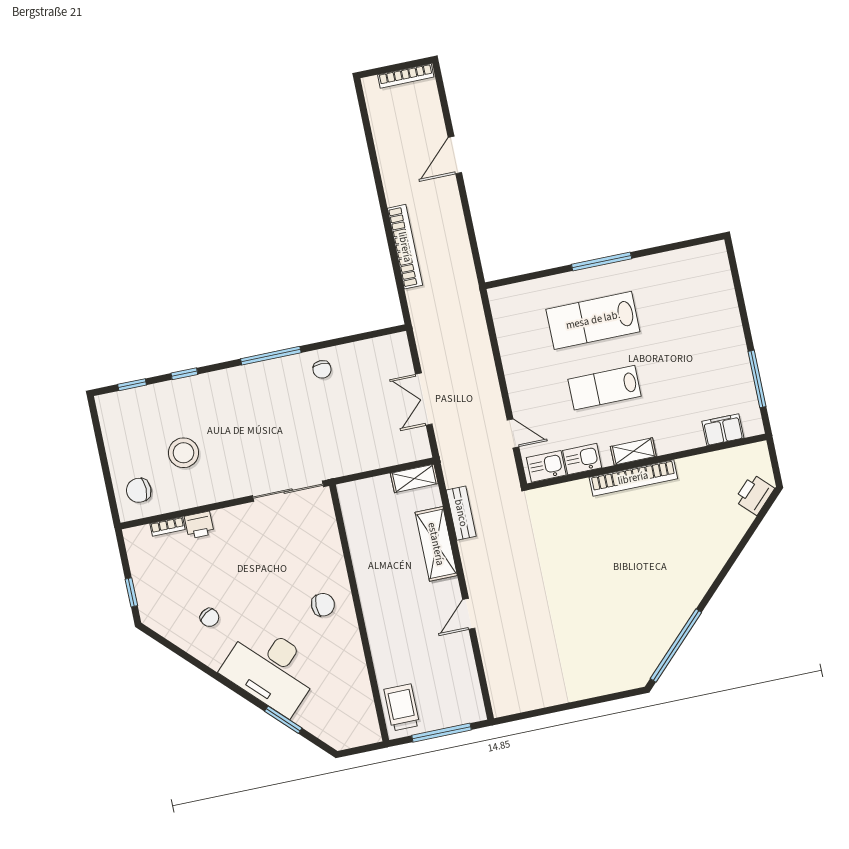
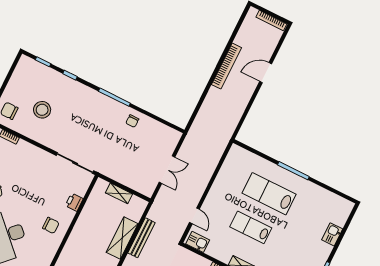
bookcase: (405, 247) -> (226, 66), moved
double door: (424, 399) -> (167, 170), swing flipped
kitchen sink: (582, 459) -> (332, 234), moved, turned -90
shelving: (414, 478) -> (119, 193), moved
bench: (461, 513) -> (141, 238), width x1.36
printer: (199, 525) -> (74, 202), moved, turned 90

